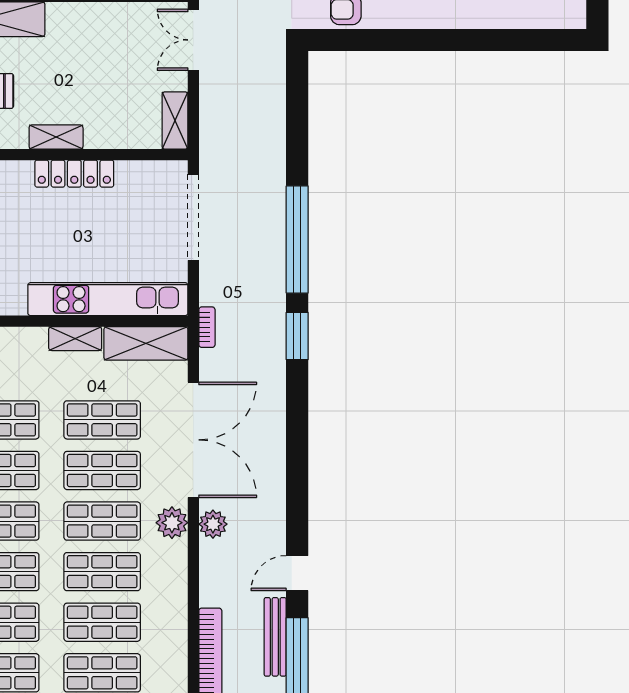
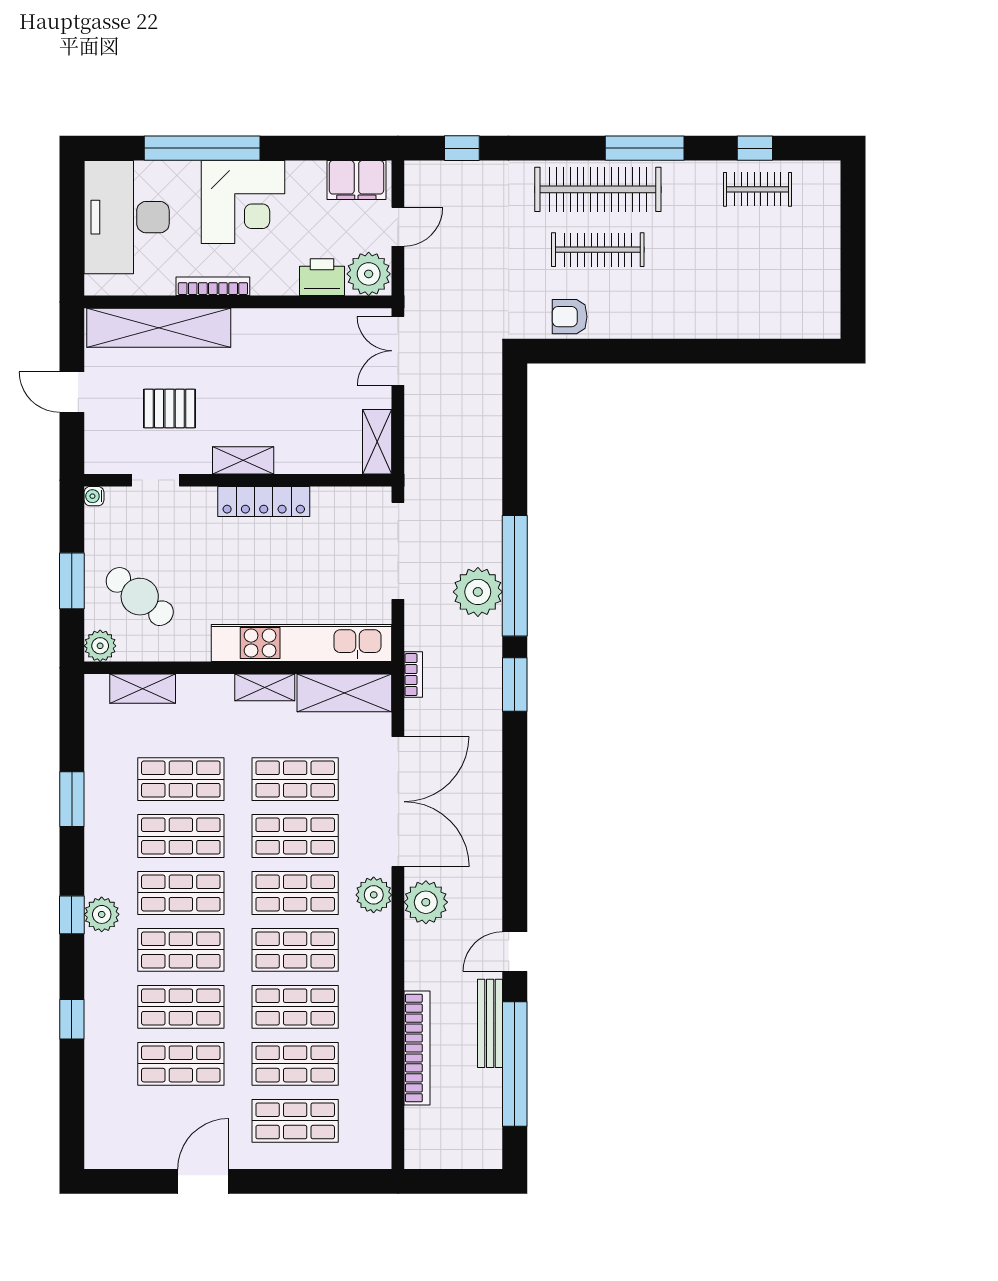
plant: (264, 254) -> (478, 592), added
plant: (213, 524) -> (426, 902), width x1.36, depth x1.36

